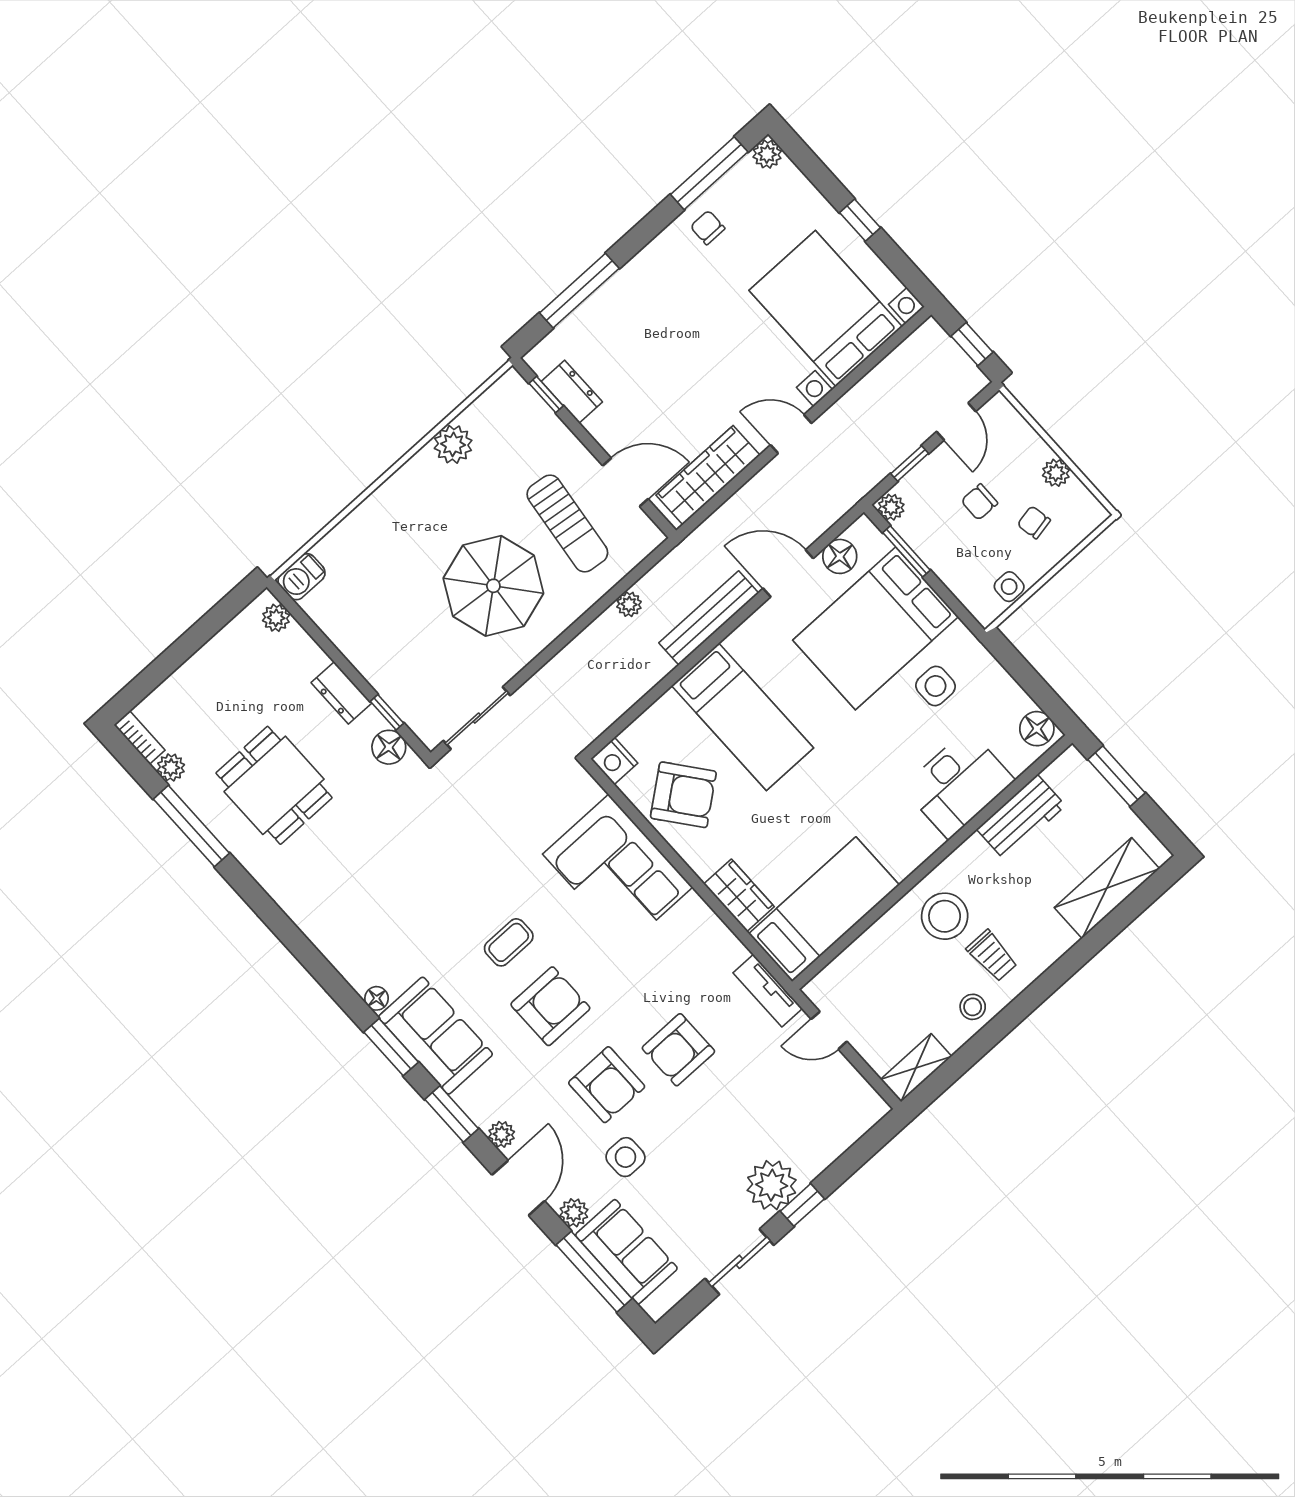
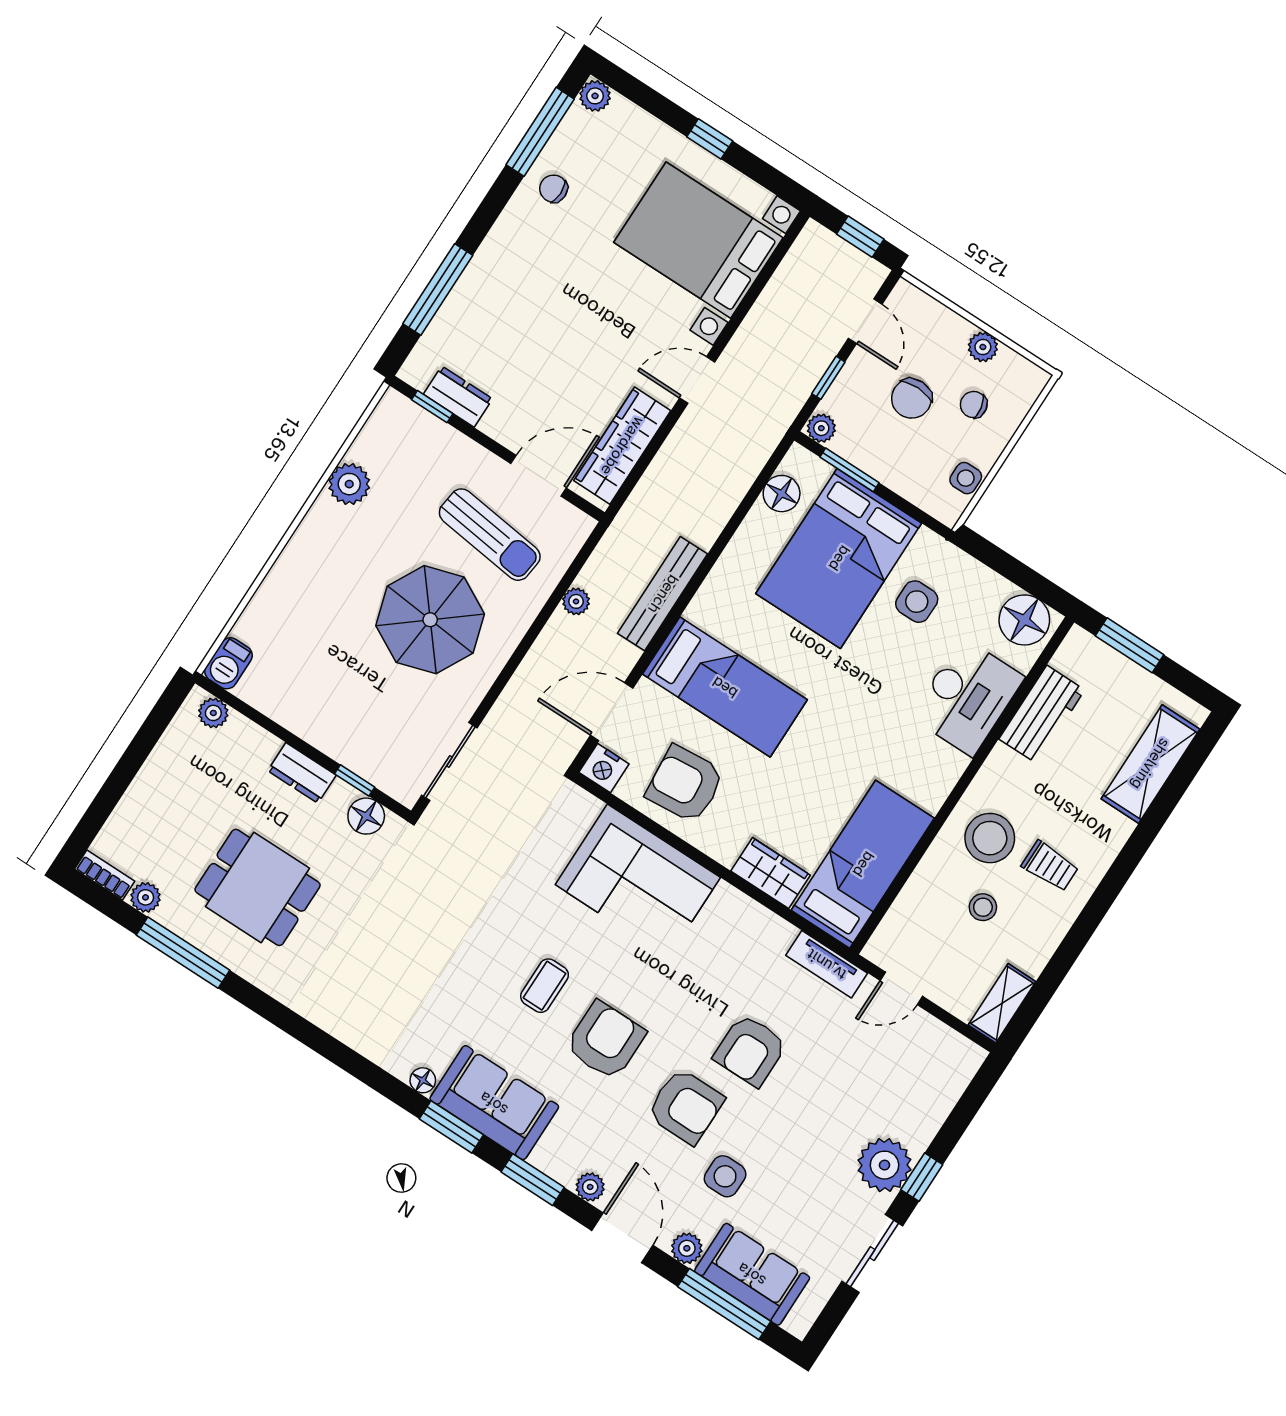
chair: (979, 502) -> (911, 399), width x1.37, depth x1.37
door: (788, 573) -> (612, 712), moved
floor lamp: (1037, 729) -> (1024, 620), width x1.38, depth x1.38
armchair: (683, 795) -> (685, 784), turned -147
stool: (973, 1007) -> (983, 907), moved

